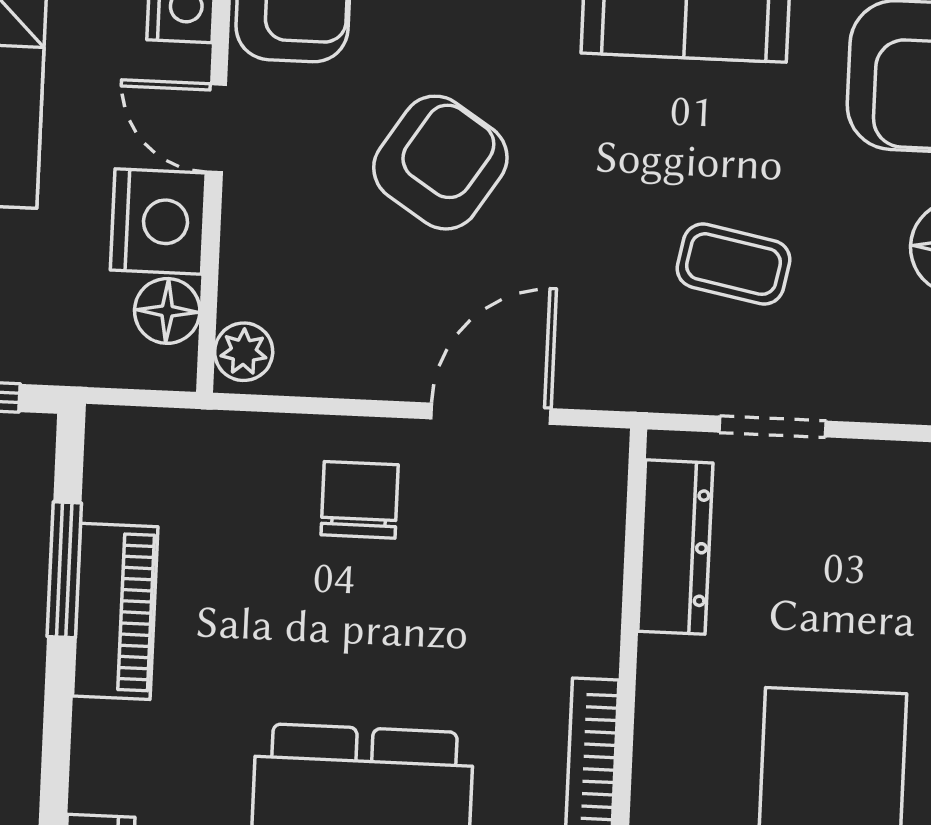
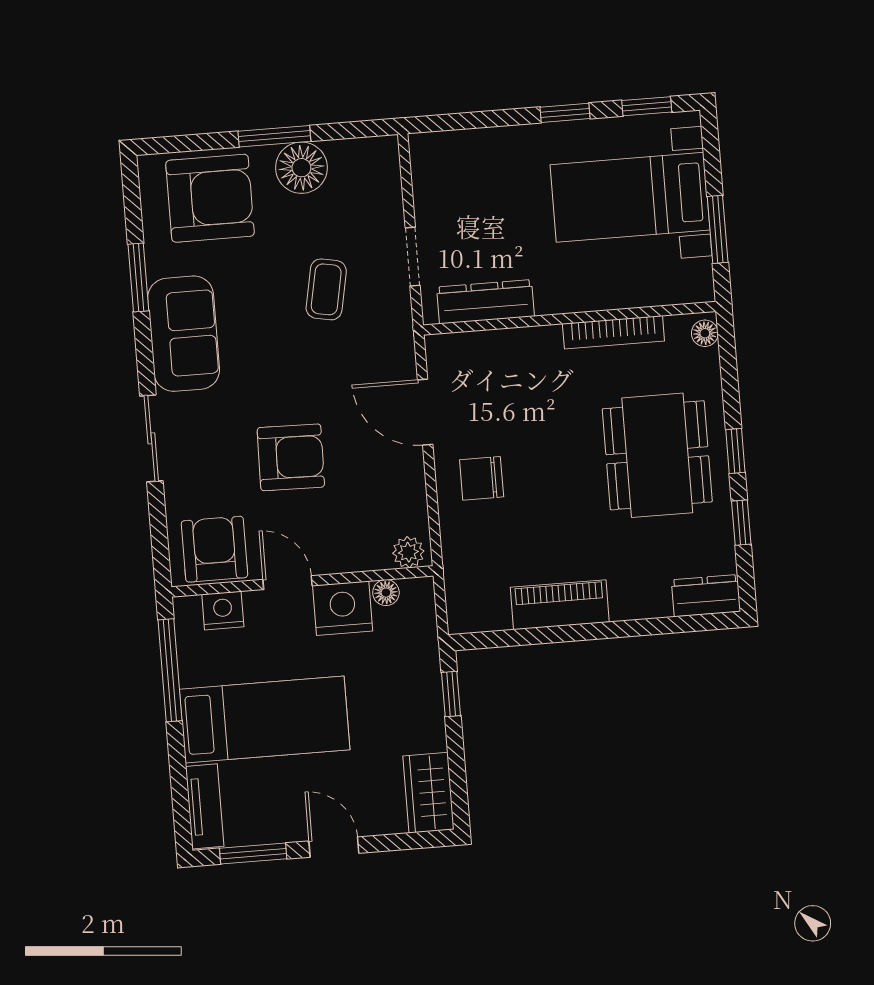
door: (216, 128) -> (288, 583), swing flipped
armchair: (440, 163) -> (291, 457), turned 148
floor lamp: (167, 311) -> (386, 593), width x0.73, depth x0.73
window: (64, 570) -> (540, 636), removed

